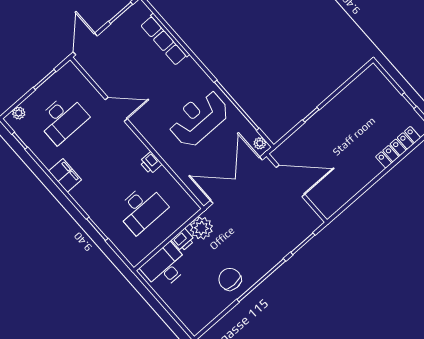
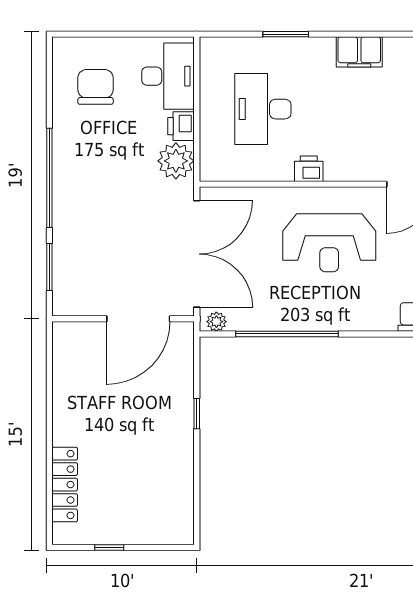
reception desk: (199, 118) -> (329, 243), moved, turned 90
filing cabinet: (65, 175) -> (359, 52), moved
chair: (230, 279) -> (96, 87), moved, turned -90

